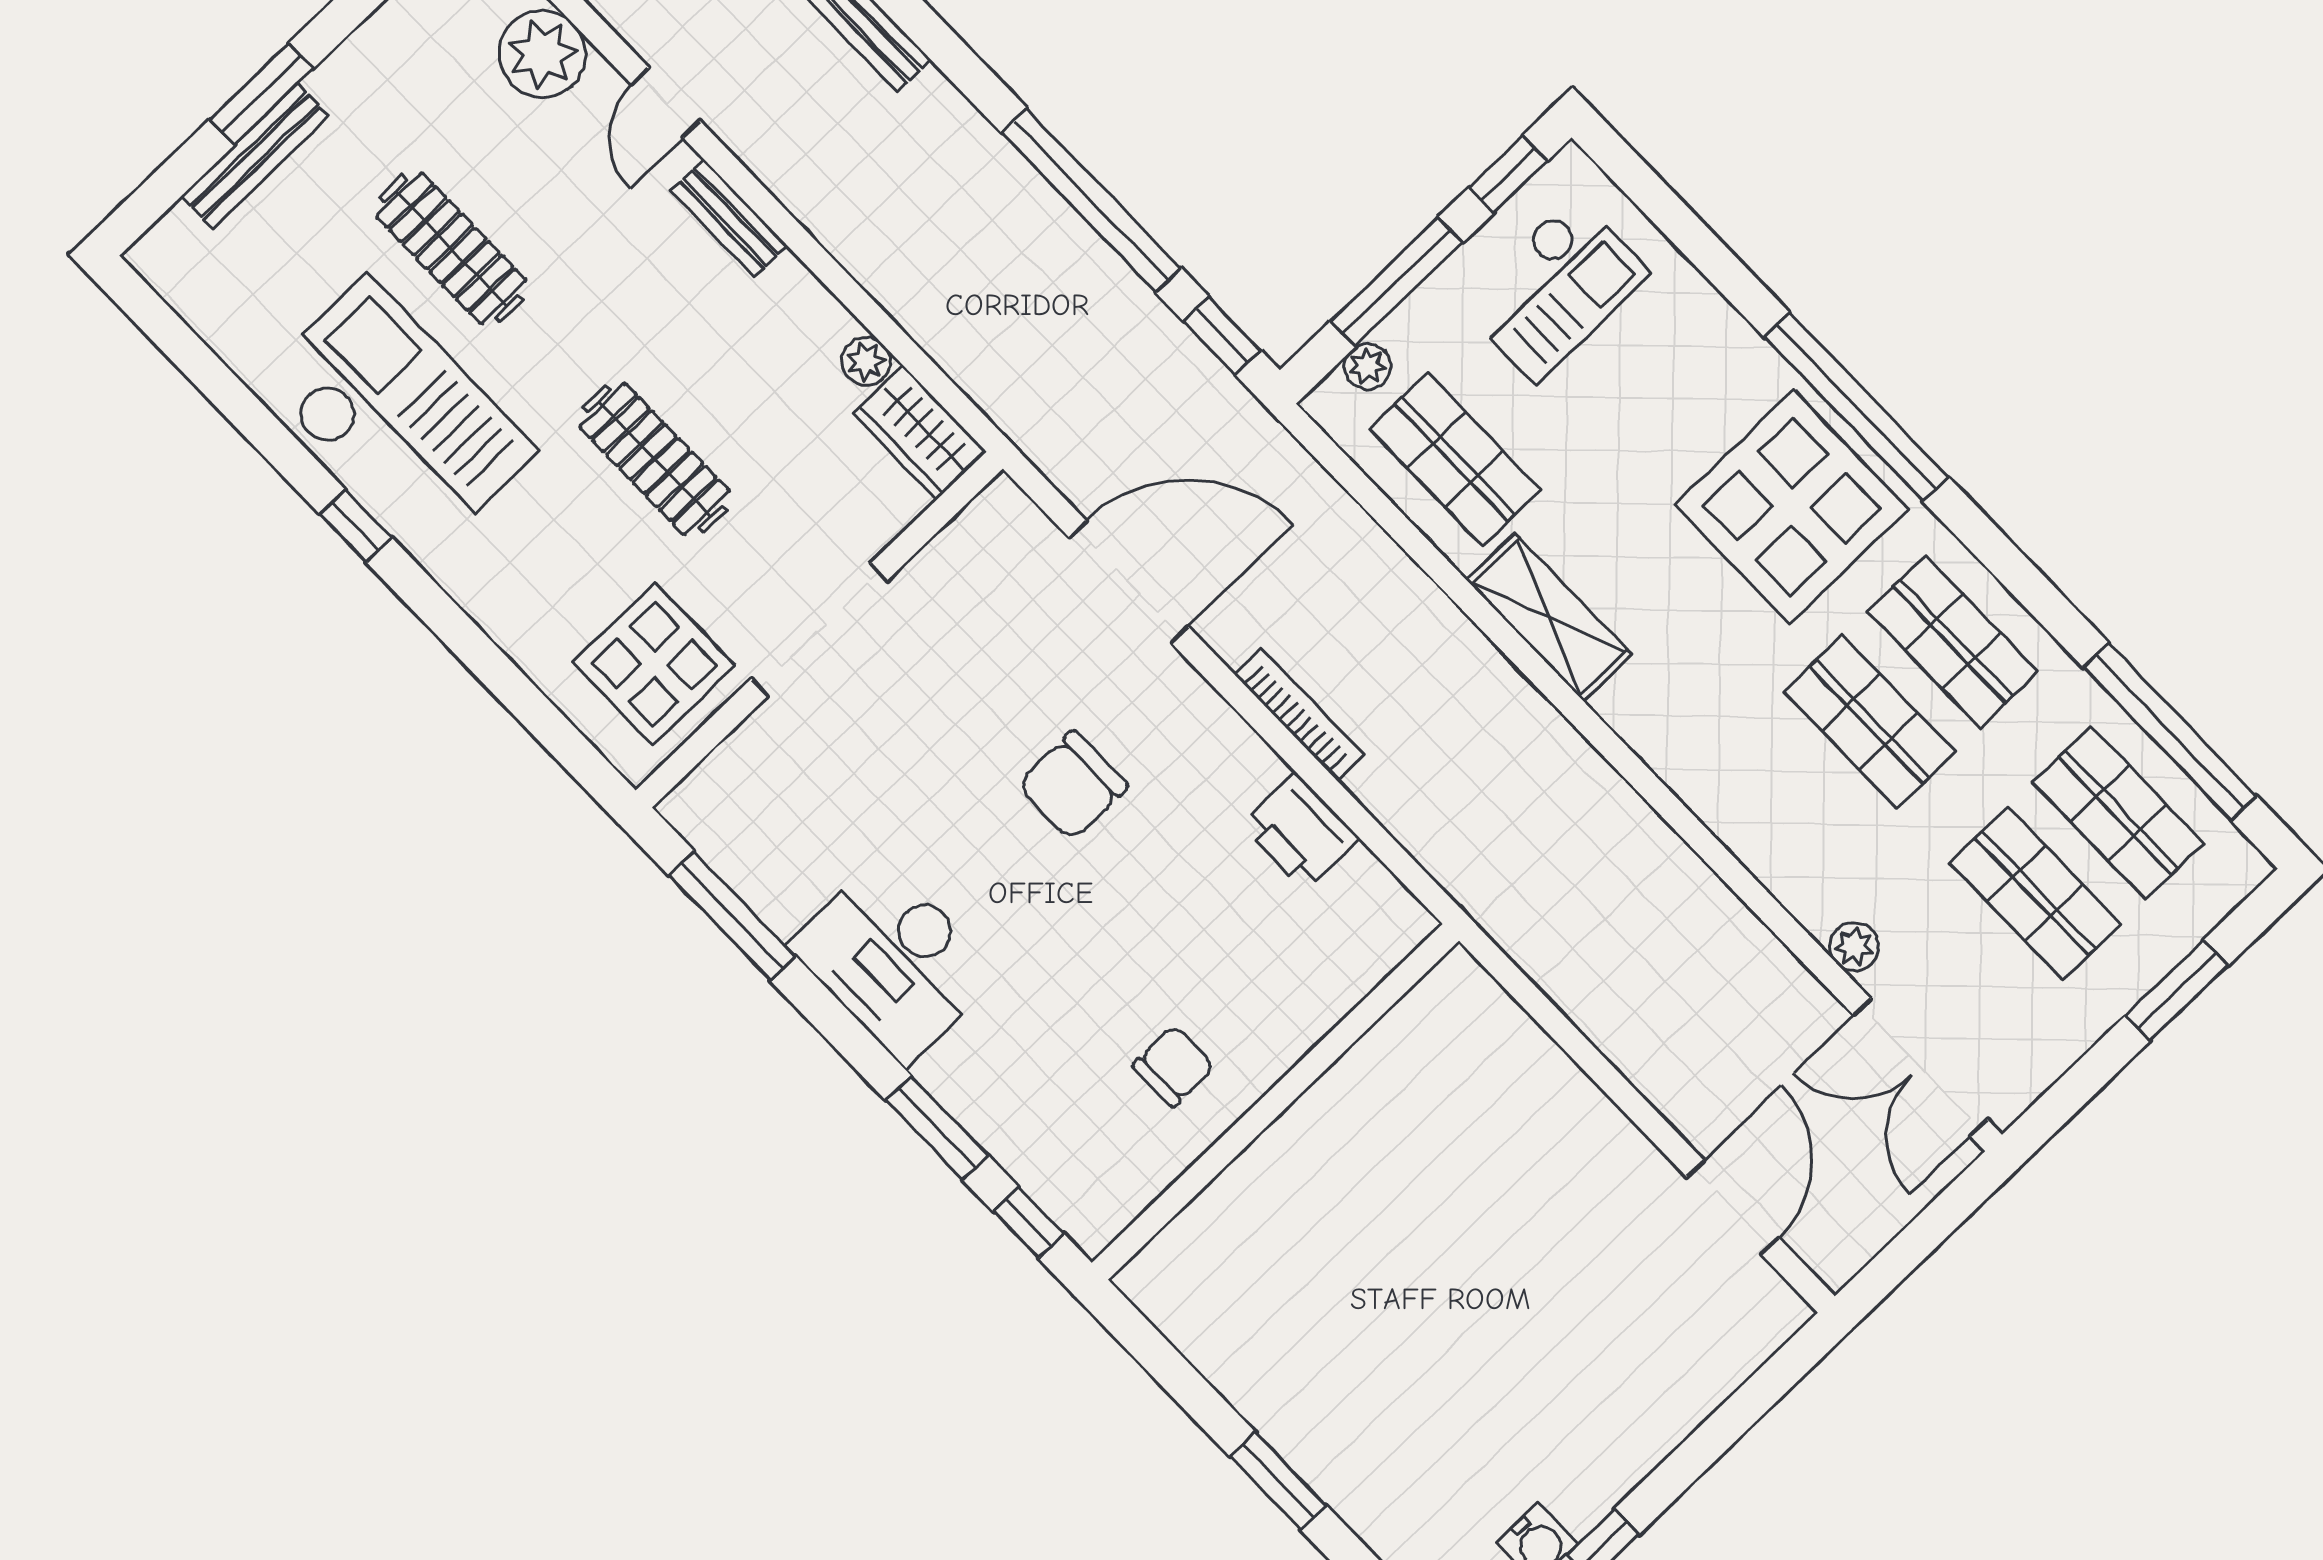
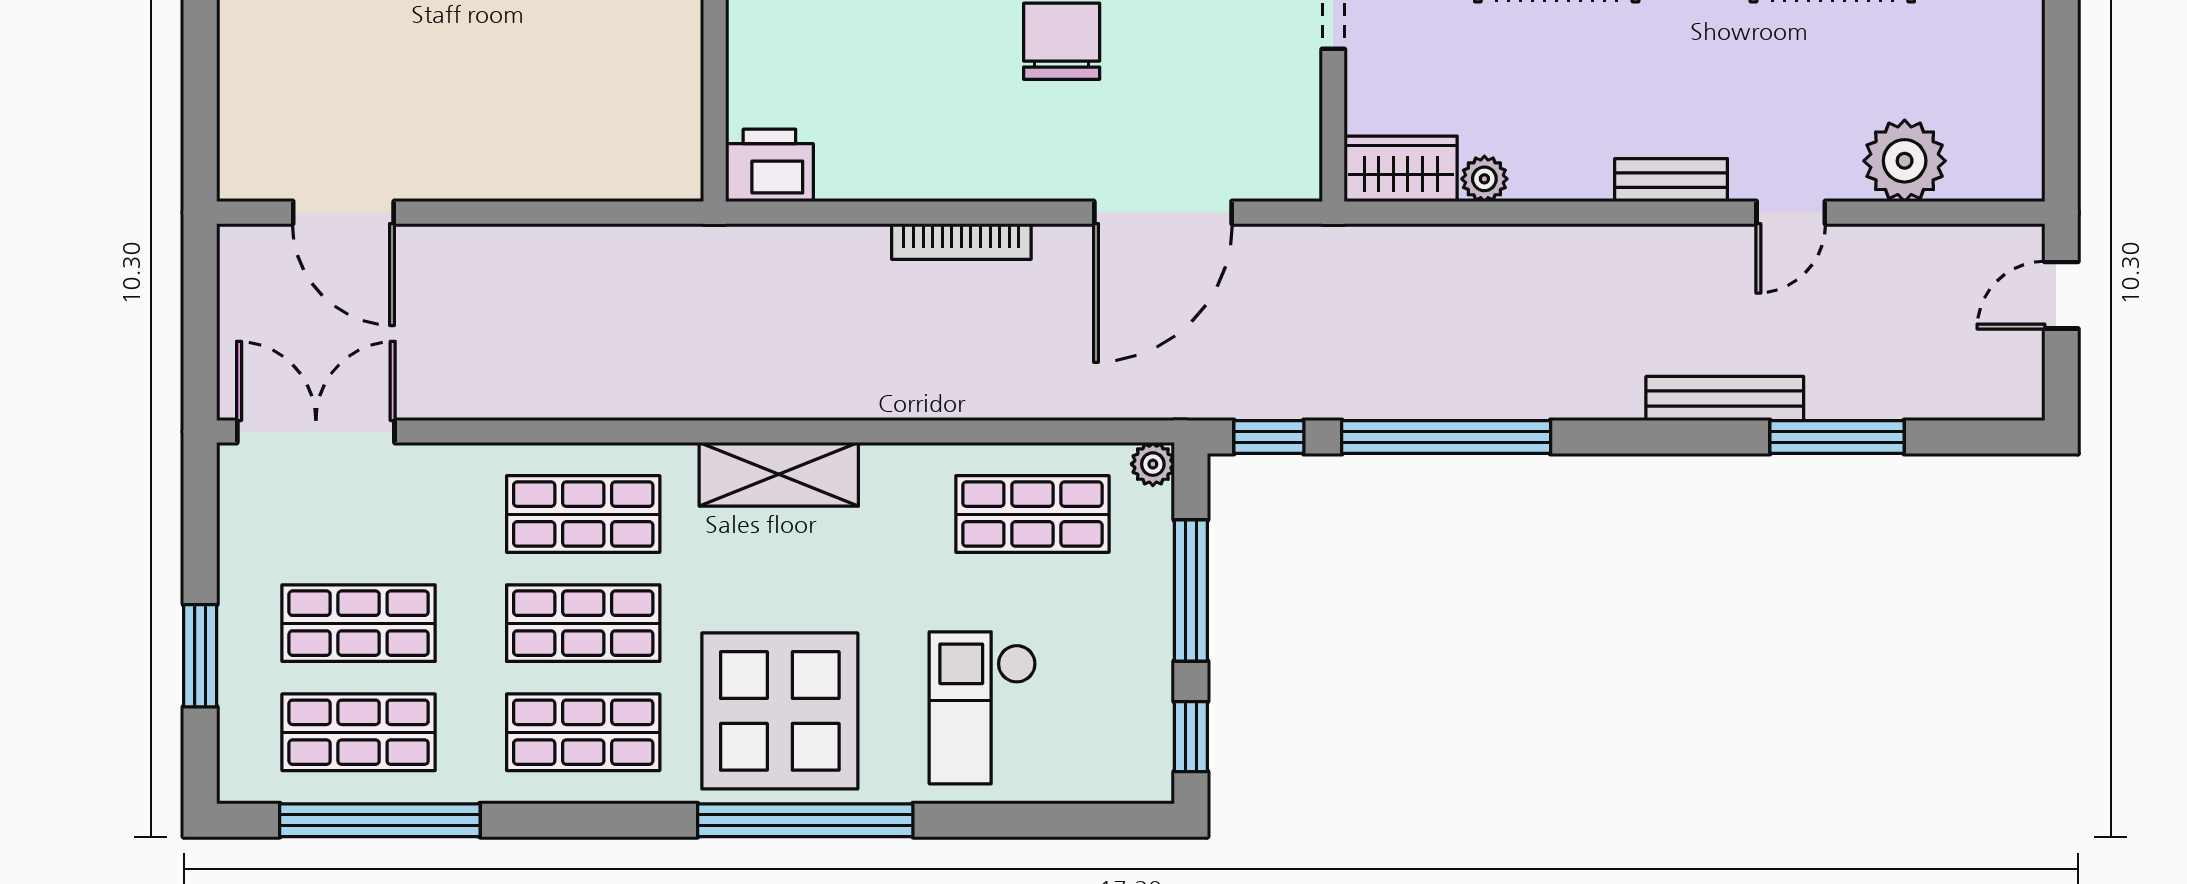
door: (666, 103) -> (1791, 213), swing flipped
checkout: (1555, 288) -> (983, 708), moved
plant: (1367, 366) -> (1153, 464), moved
shelving: (1549, 617) -> (779, 474), moved
shop shelf: (1786, 802) -> (583, 514), added
printer: (1300, 832) -> (769, 165), moved
plant: (1854, 947) -> (441, 465), removed

